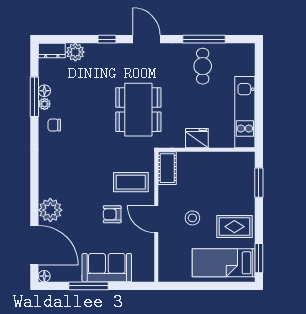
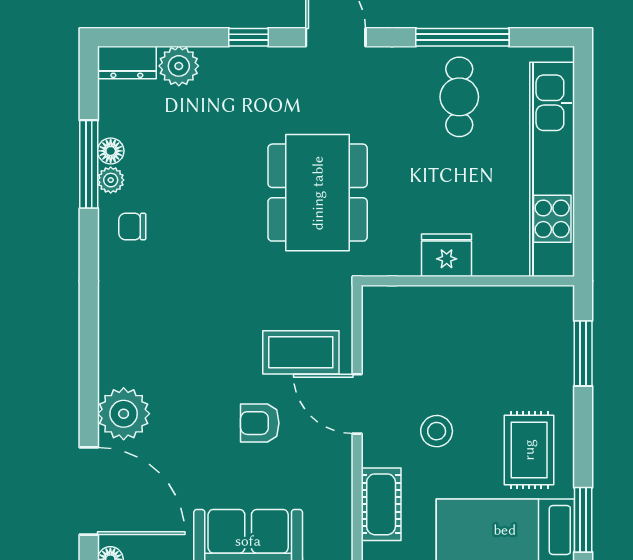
kitchen unit: (245, 112) -> (552, 169), width x1.36
cot: (167, 168) -> (381, 504), moved
door: (156, 219) -> (357, 404), moved
rug: (234, 227) -> (529, 450), turned 90

